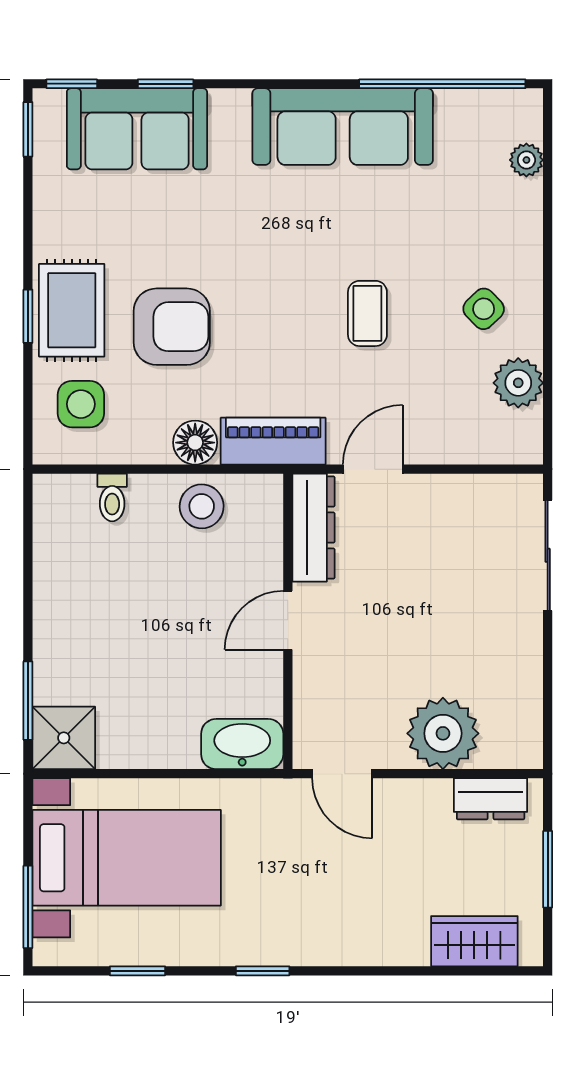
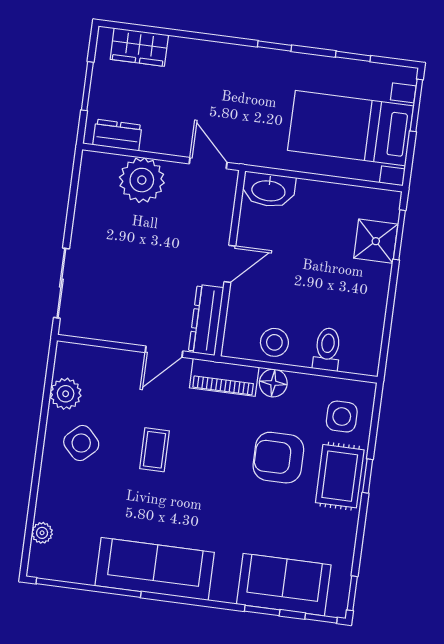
side table: (484, 309) -> (81, 443), width x1.37, depth x1.37
toilet: (112, 497) -> (327, 349), width x1.37, depth x1.39
shower: (64, 738) -> (376, 241), moved

